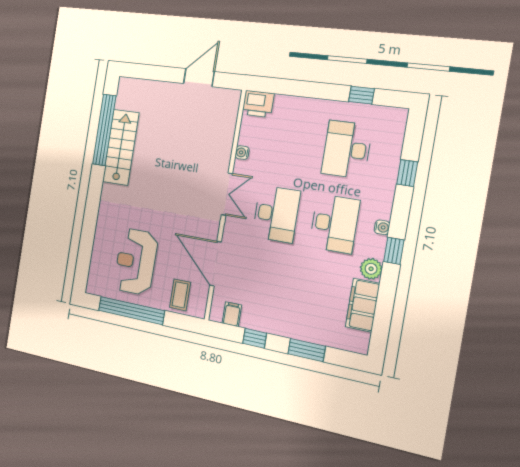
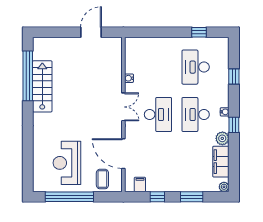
printer: (258, 104) -> (134, 45), removed
desk: (334, 224) -> (196, 114), turned 180
plant: (361, 346) -> (224, 187), added

